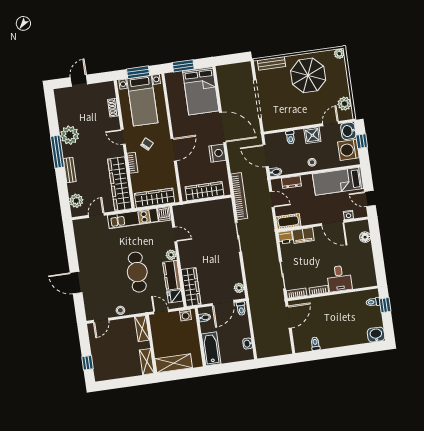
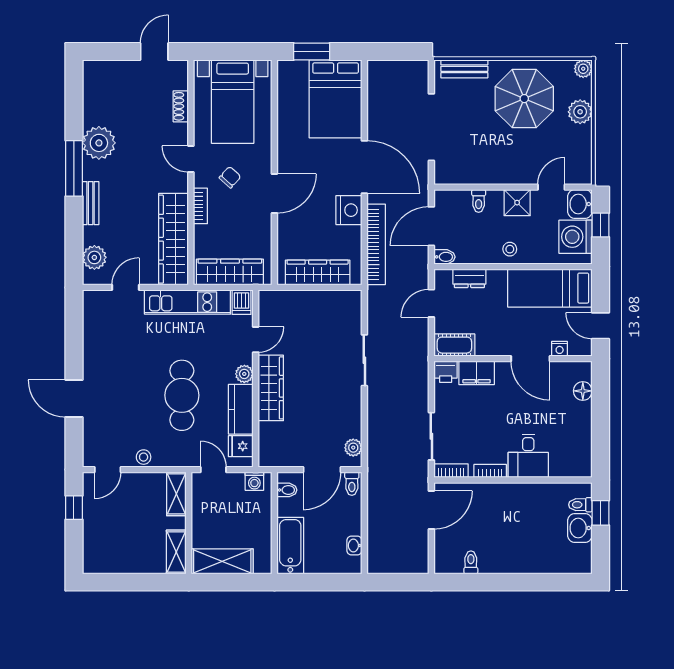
window: (138, 72) -> (232, 51), removed
door: (79, 81) -> (154, 51), moved
plant: (345, 104) -> (580, 112), moved
door: (266, 156) -> (431, 226), hinge flipped
bookcase: (239, 196) -> (376, 244), moved
door: (272, 199) -> (431, 303), swing flipped
door: (175, 234) -> (256, 340), hinge flipped
wardrobe: (191, 287) -> (271, 388), moved
washbasin: (376, 335) -> (580, 528), moved, turned -90
window: (88, 363) -> (74, 508), moved

